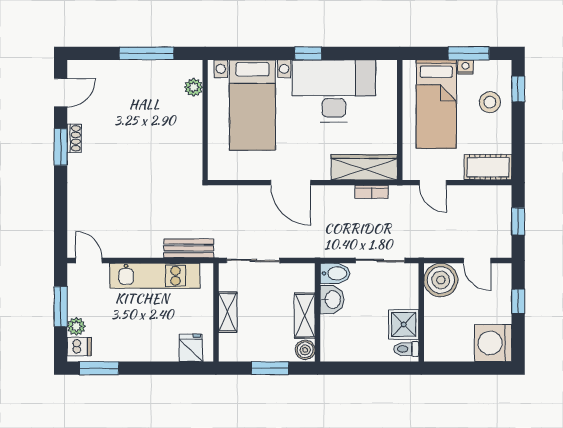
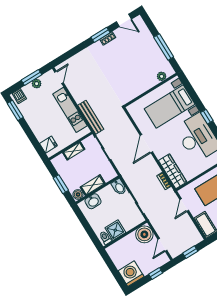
bench: (189, 248) -> (91, 117), width x1.36
washbasin: (332, 300) -> (93, 201), moved
plant: (76, 326) -> (37, 84), moved

